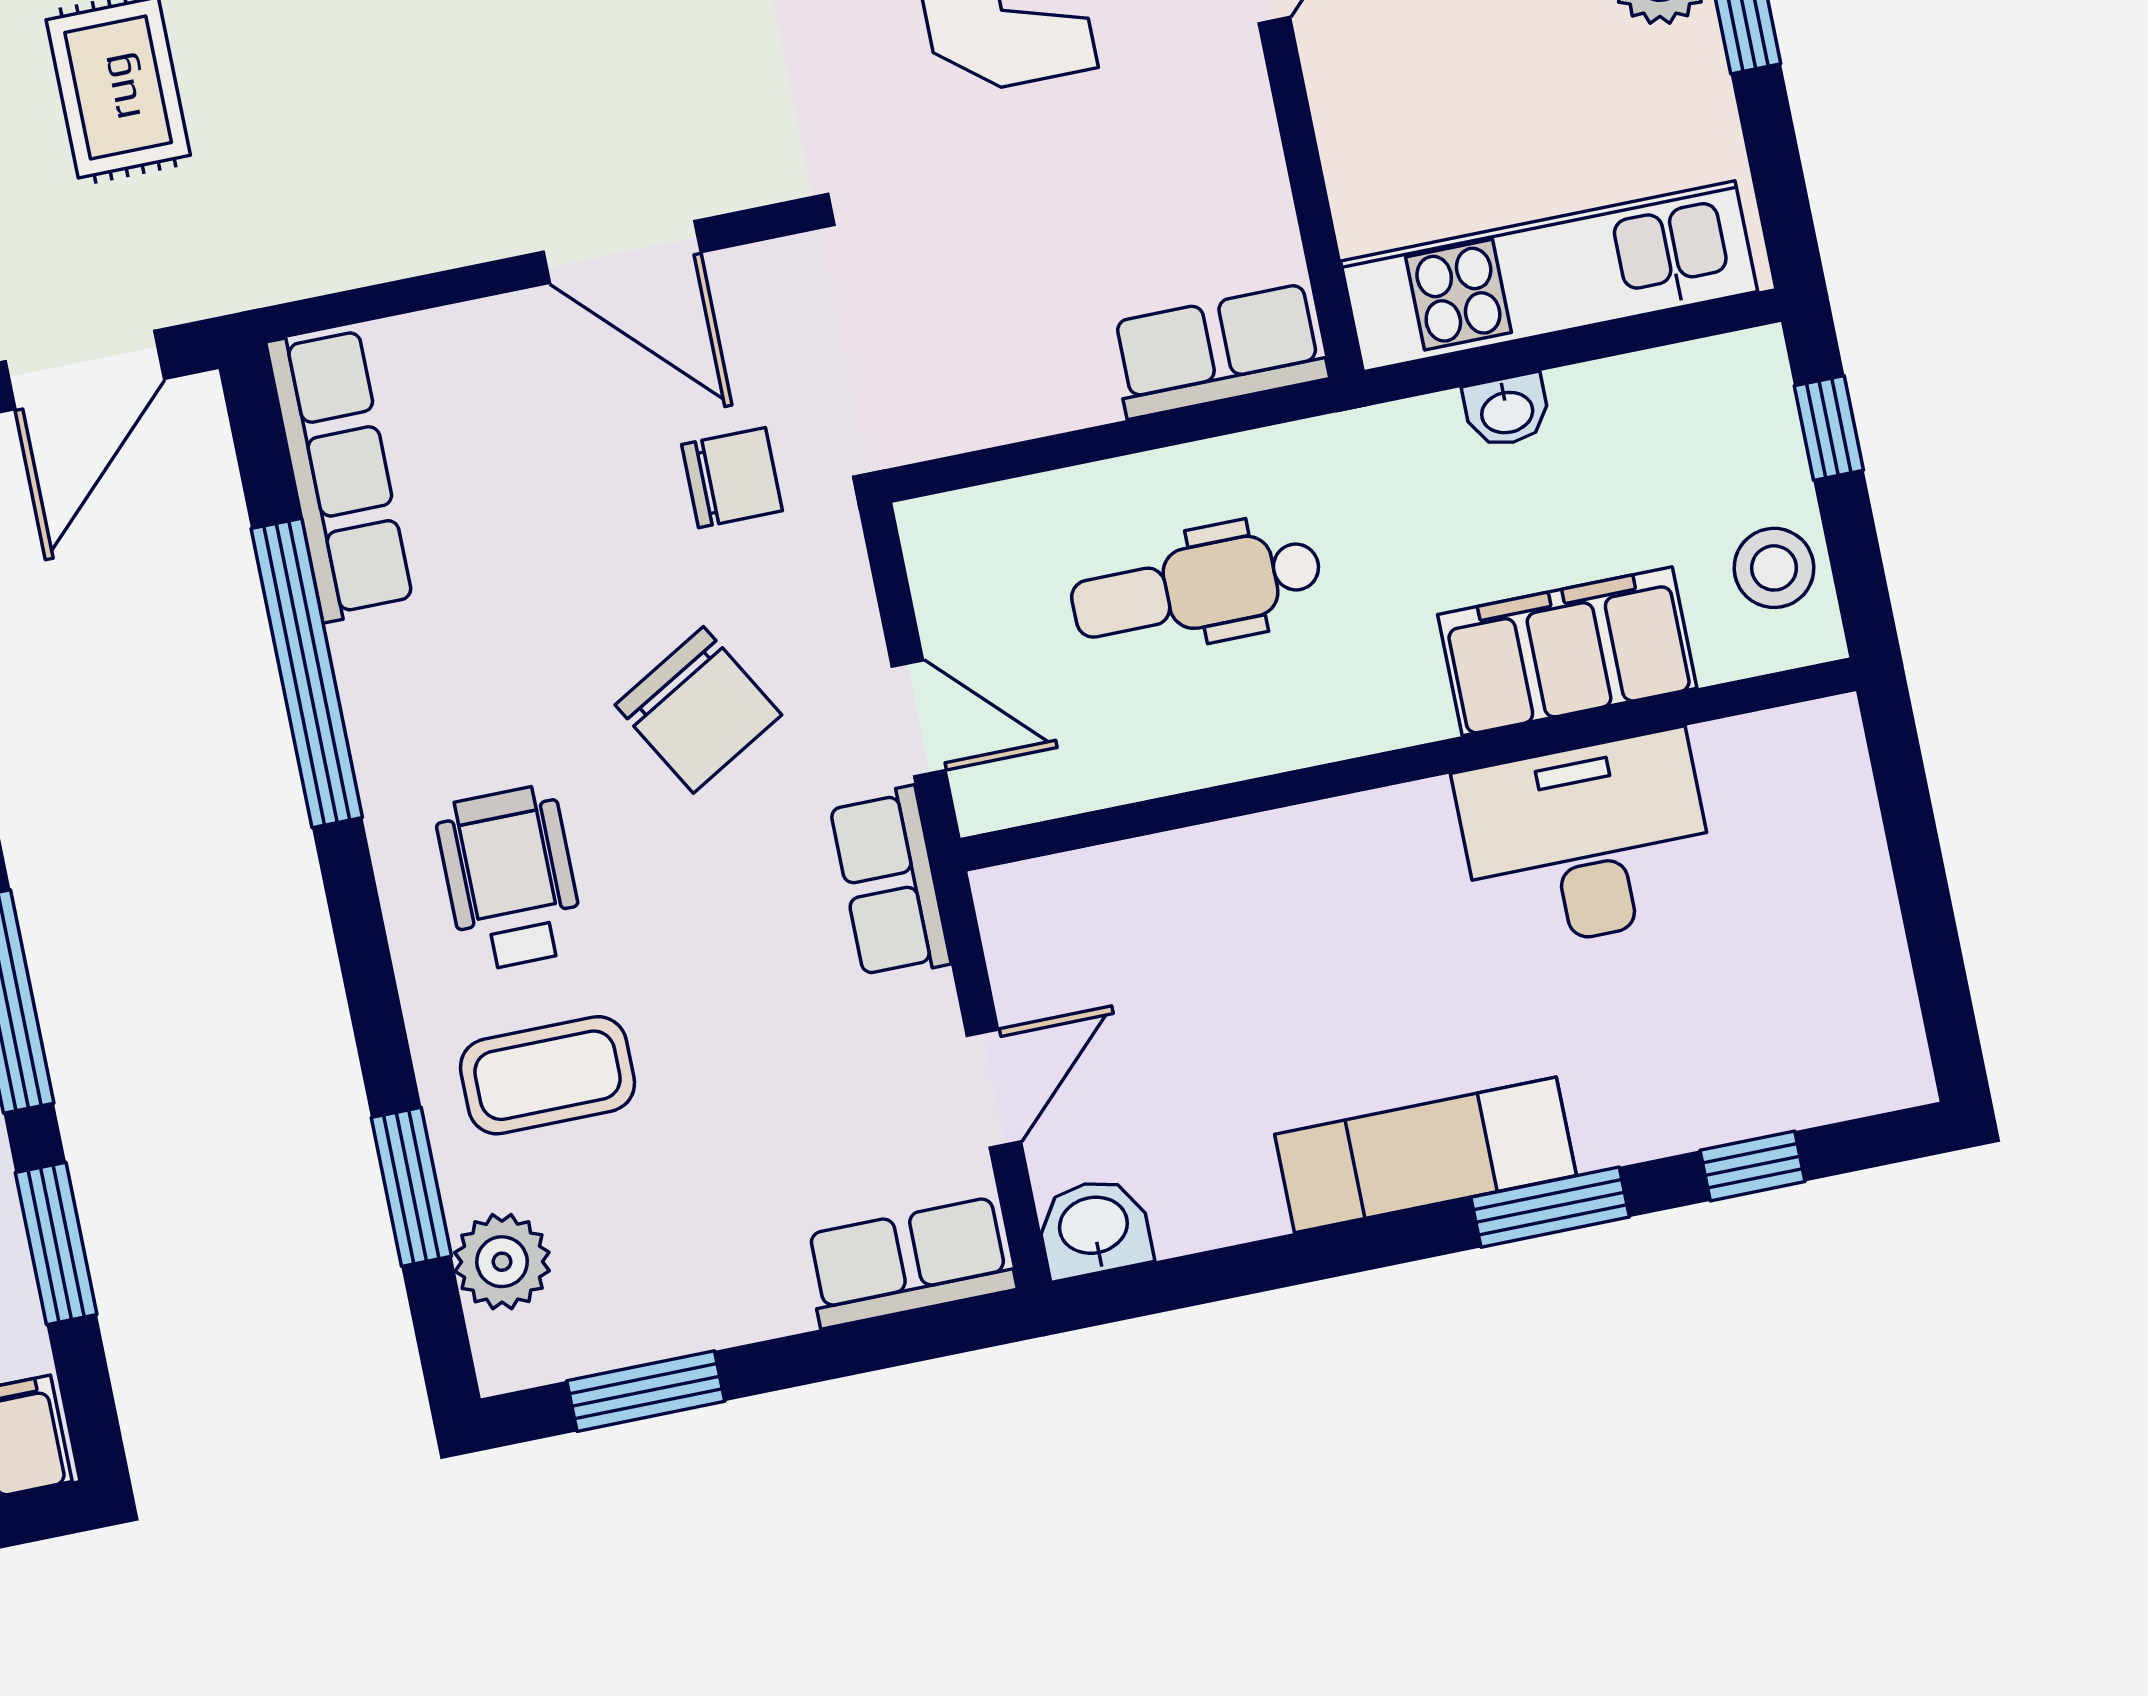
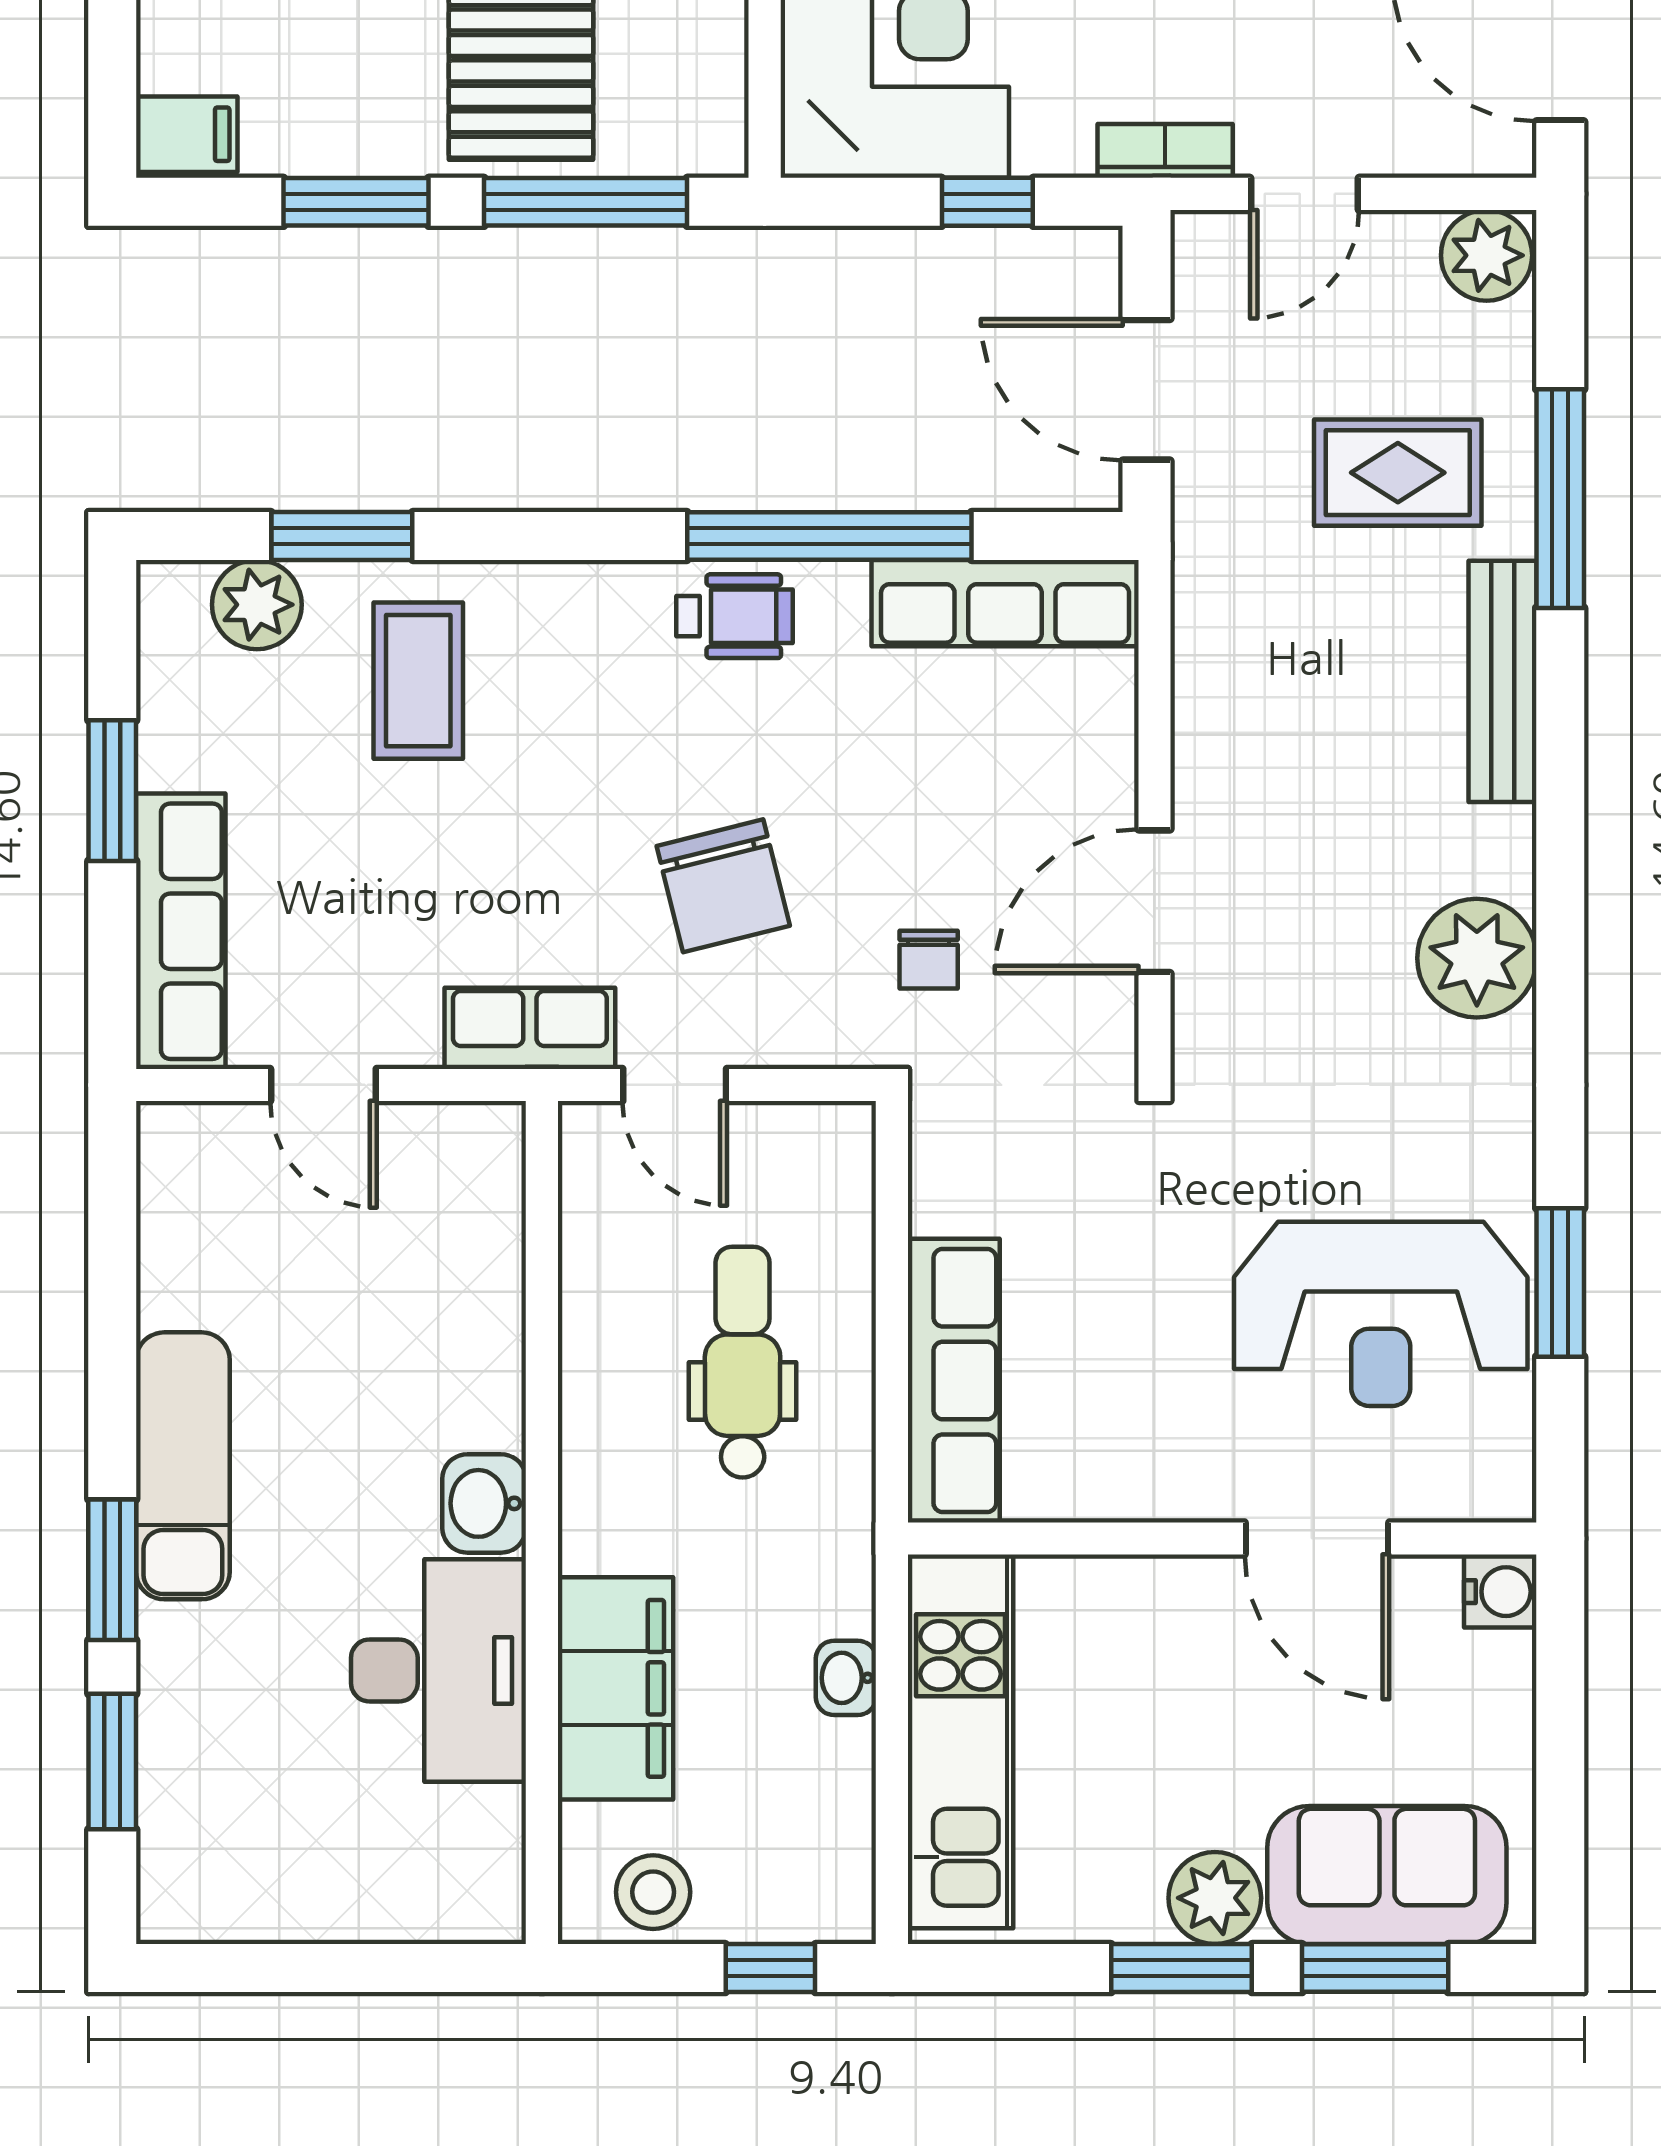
row of seats: (1219, 351) -> (954, 1381), width x1.48
chair: (732, 478) -> (929, 960), width x0.73, depth x0.73
chair: (698, 710) -> (723, 886), turned -74
door: (919, 718) -> (675, 1085), hinge flipped
wheelchair: (510, 878) -> (734, 616), moved, width x0.73, depth x0.73
window: (1752, 1166) -> (112, 1762), width x1.50
washbasin: (1094, 1228) -> (484, 1503), moved, turned 180
row of seats: (910, 1262) -> (181, 931), width x1.48
window: (646, 1391) -> (112, 791), moved

